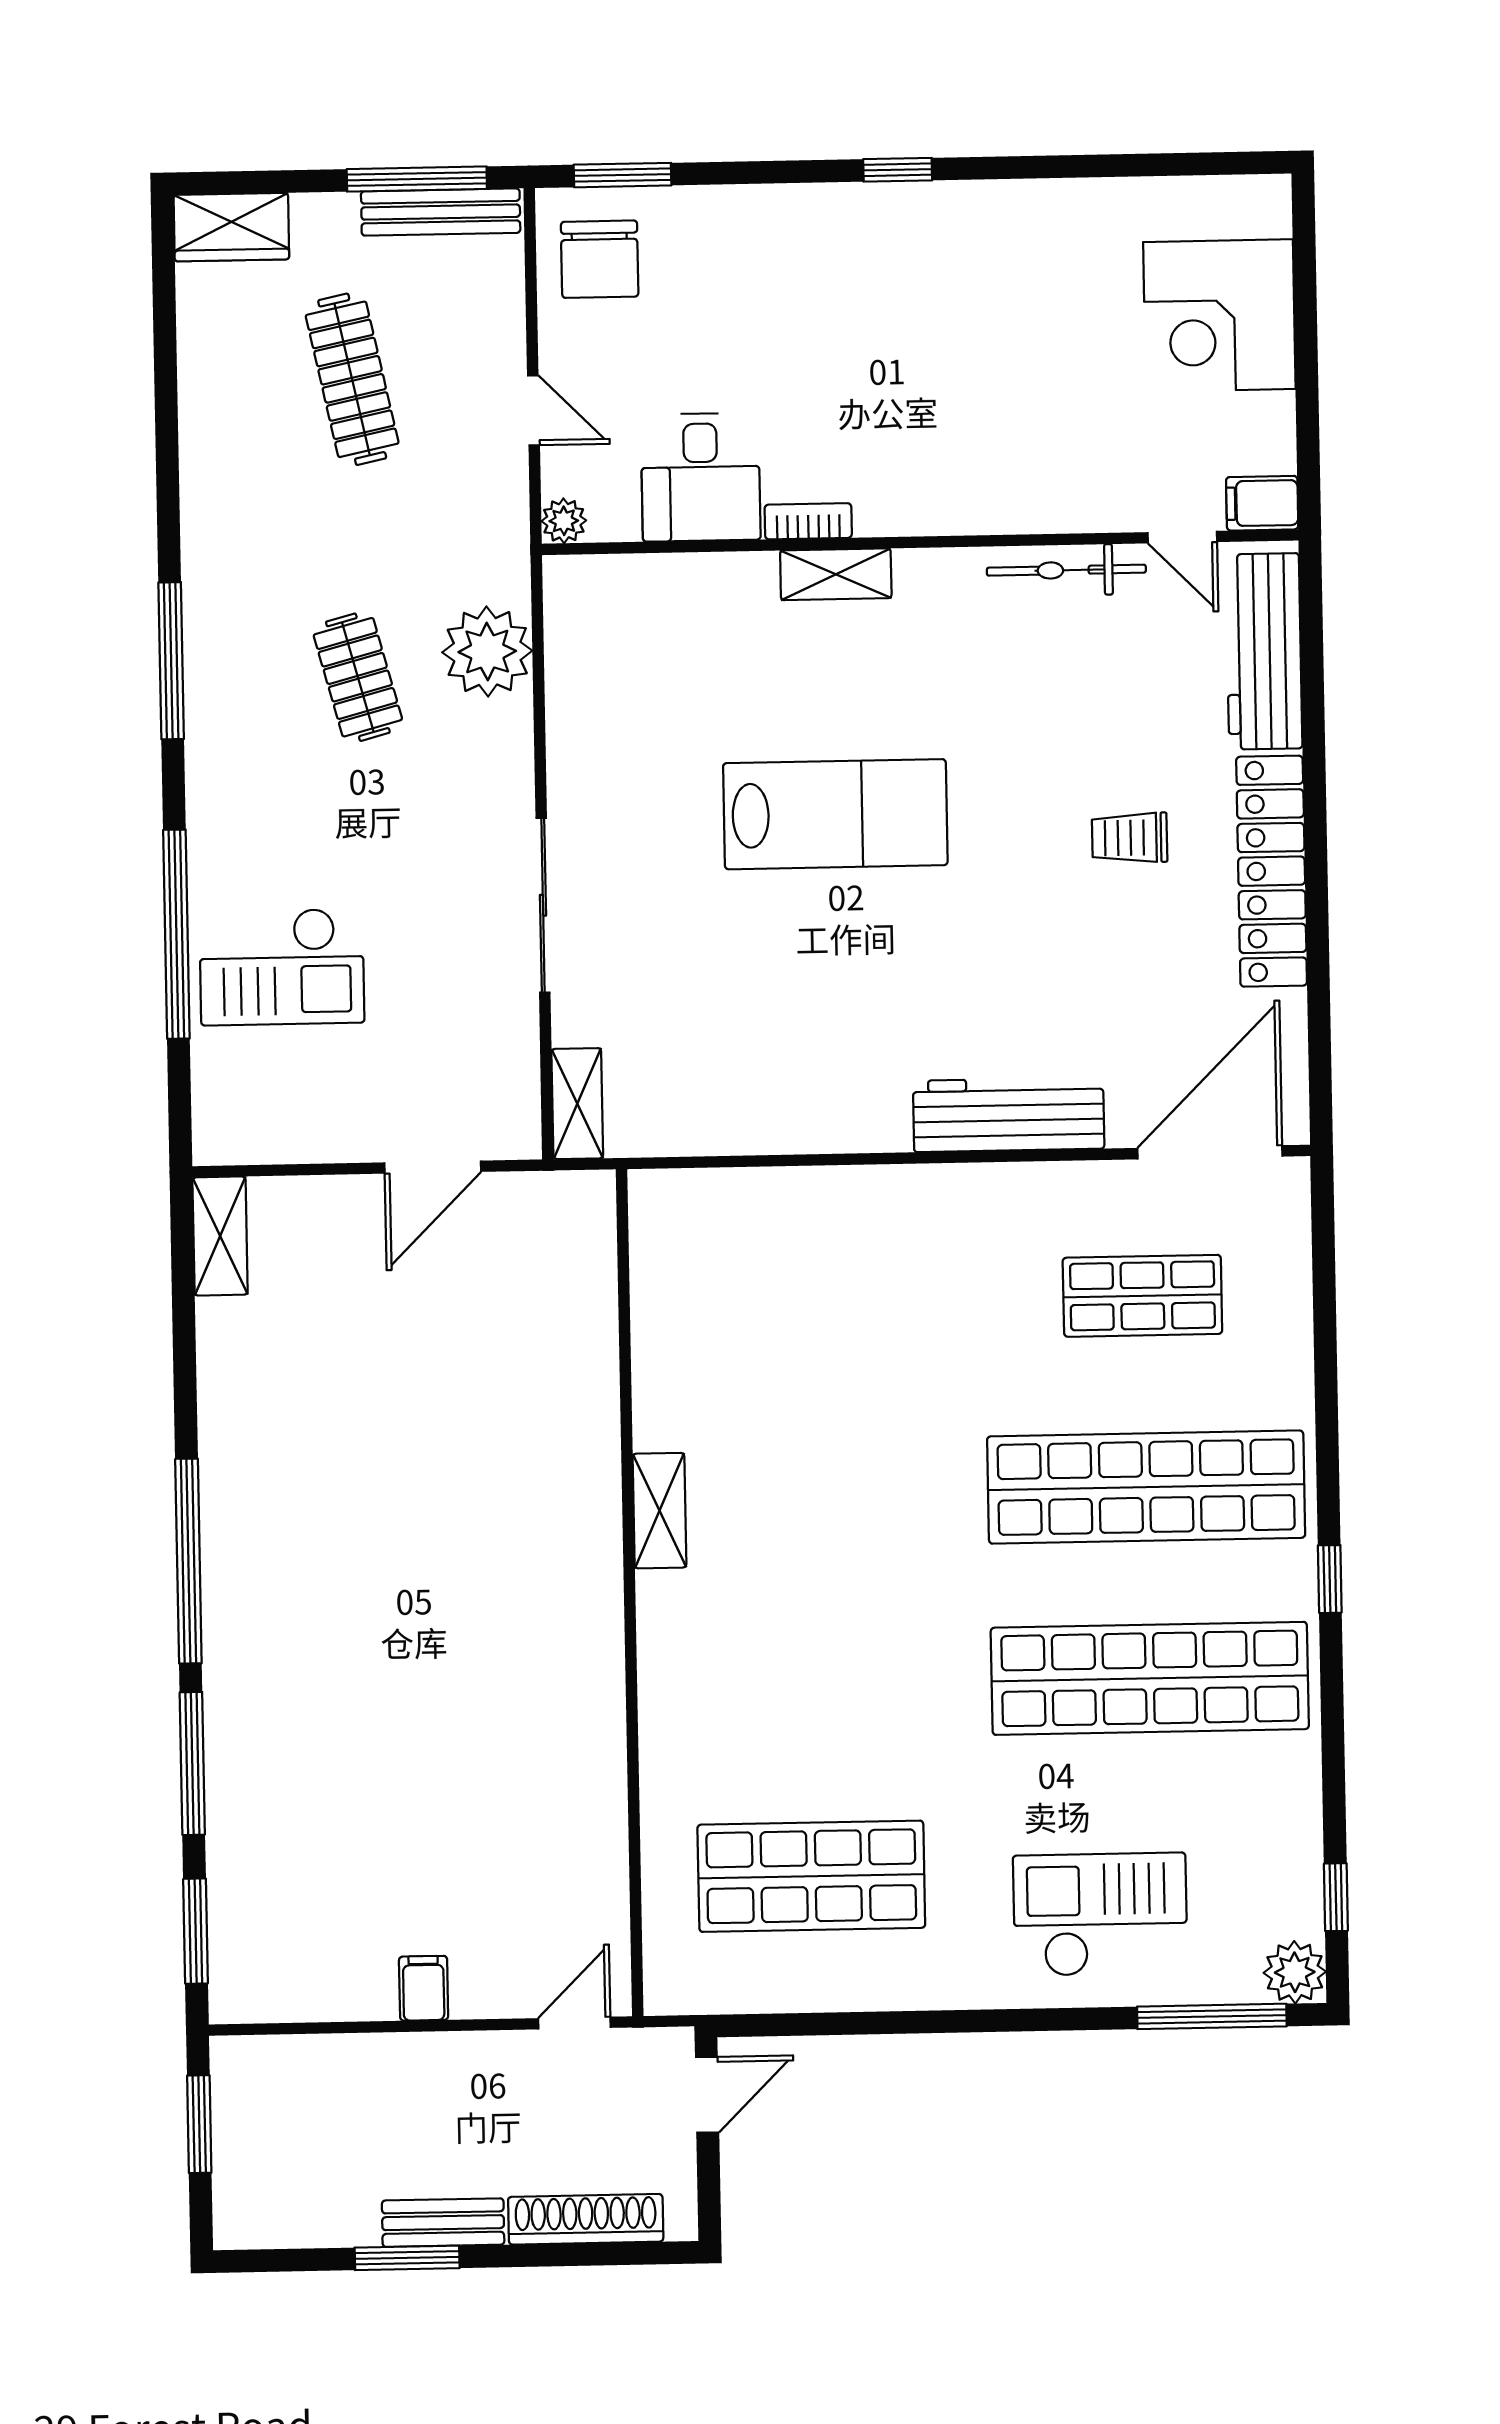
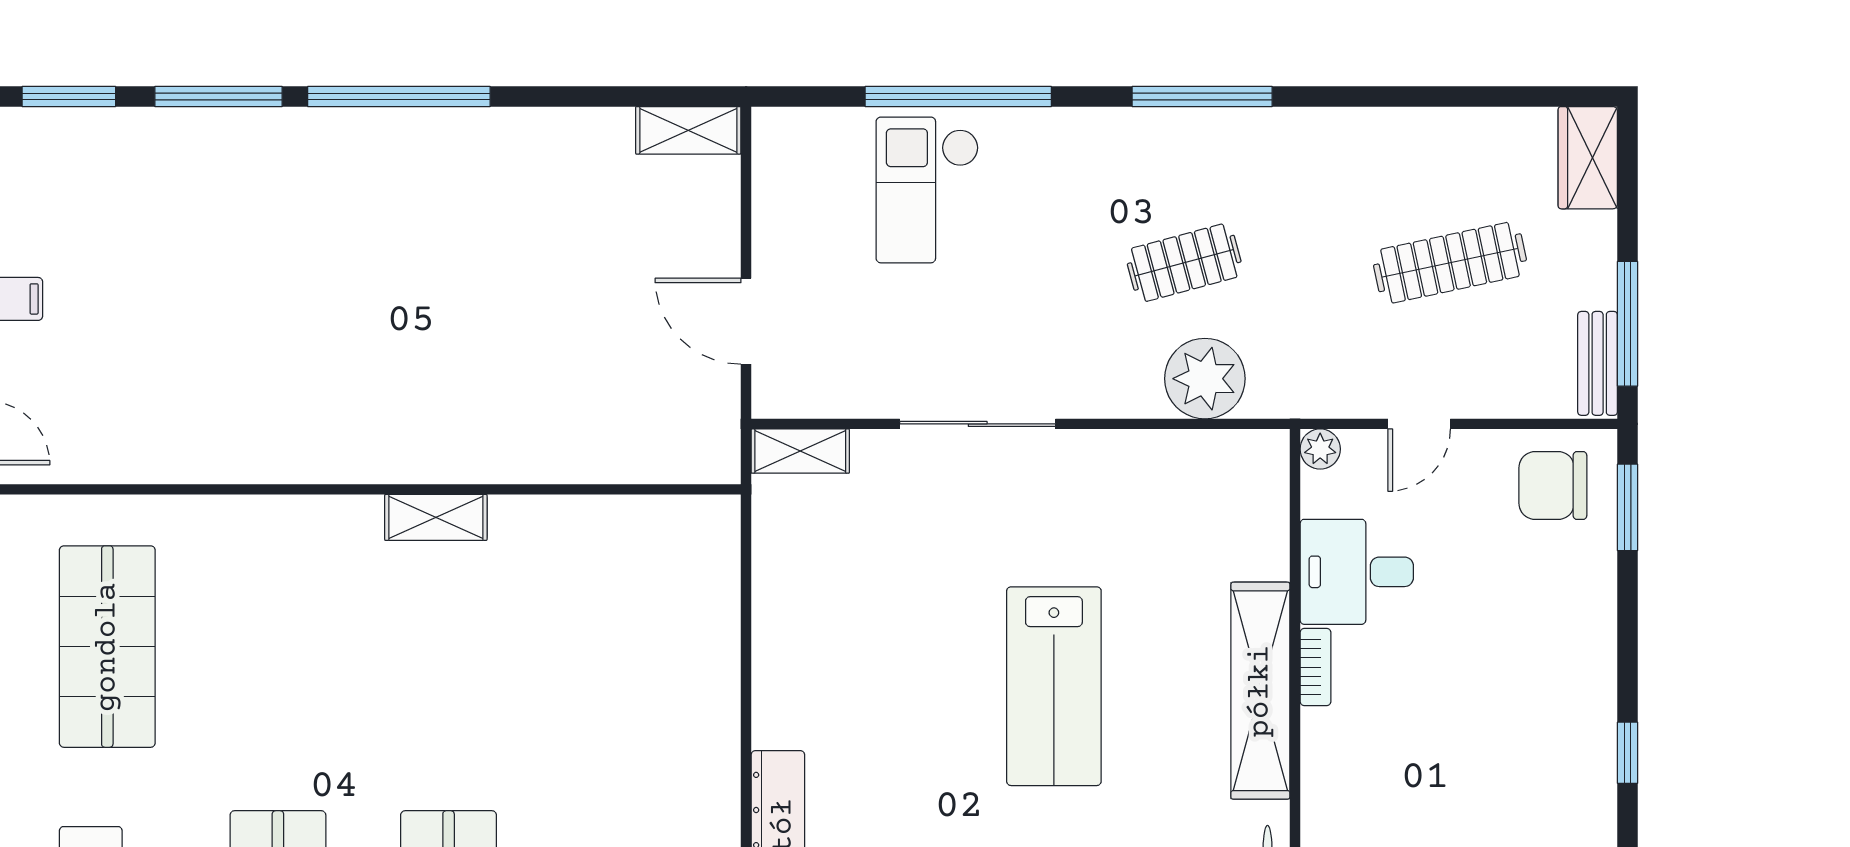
bench: (441, 212) -> (1598, 363), width x0.73
shelving: (836, 574) -> (1260, 691), width x2.20, depth x1.33

